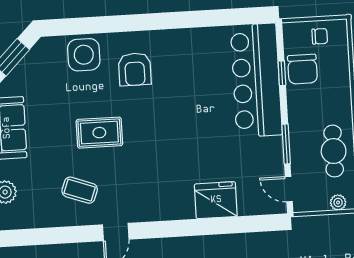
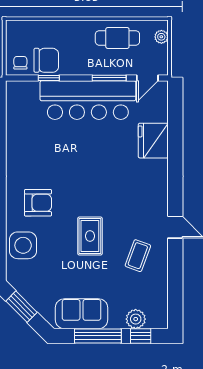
chair: (320, 36) -> (20, 63), moved
bar counter: (256, 80) -> (88, 100), moved

